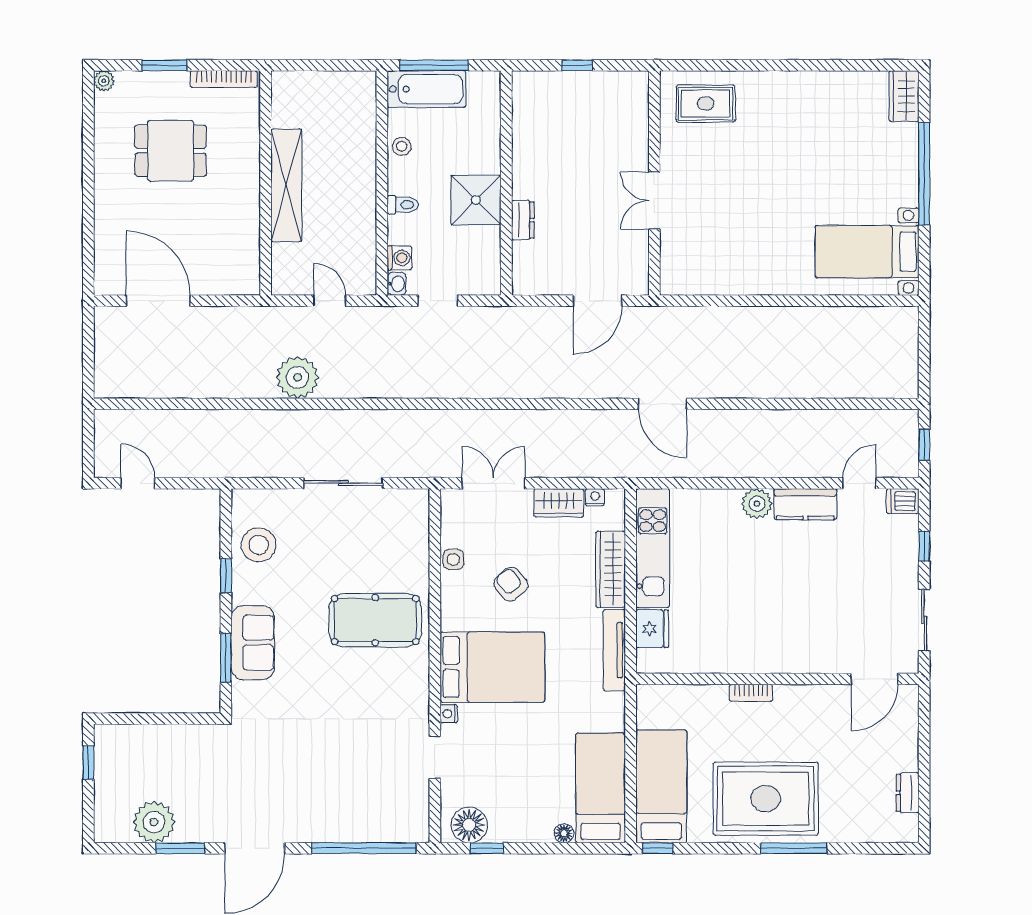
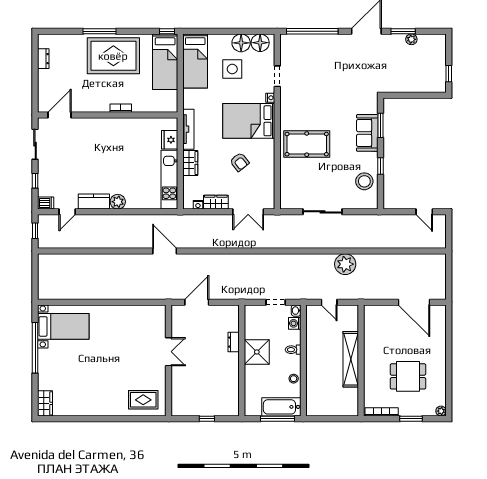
window: (924, 174) -> (35, 348), moved
side table: (453, 559) -> (232, 69), moved, width x1.87, depth x1.87
wardrobe: (611, 569) -> (190, 163), width x0.67
plant: (154, 822) -> (411, 39), width x0.53, depth x0.53
floor lamp: (564, 833) -> (241, 43), moved, width x1.89, depth x1.89
window: (487, 848) -> (251, 31), removed

